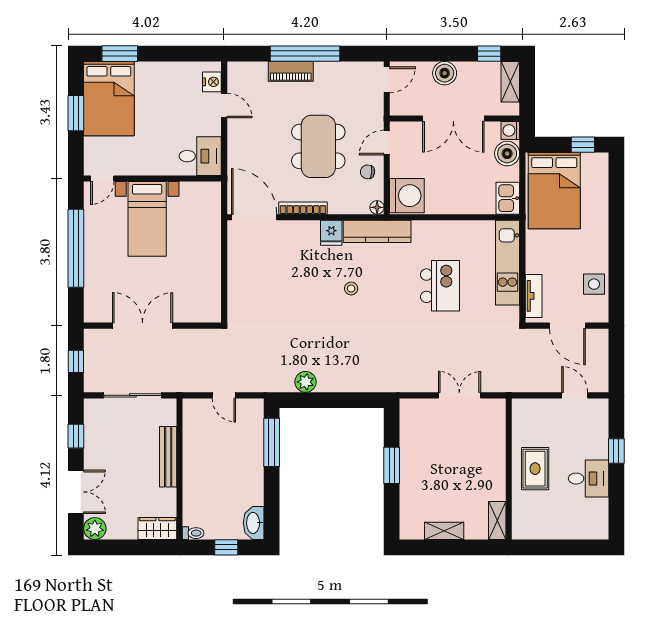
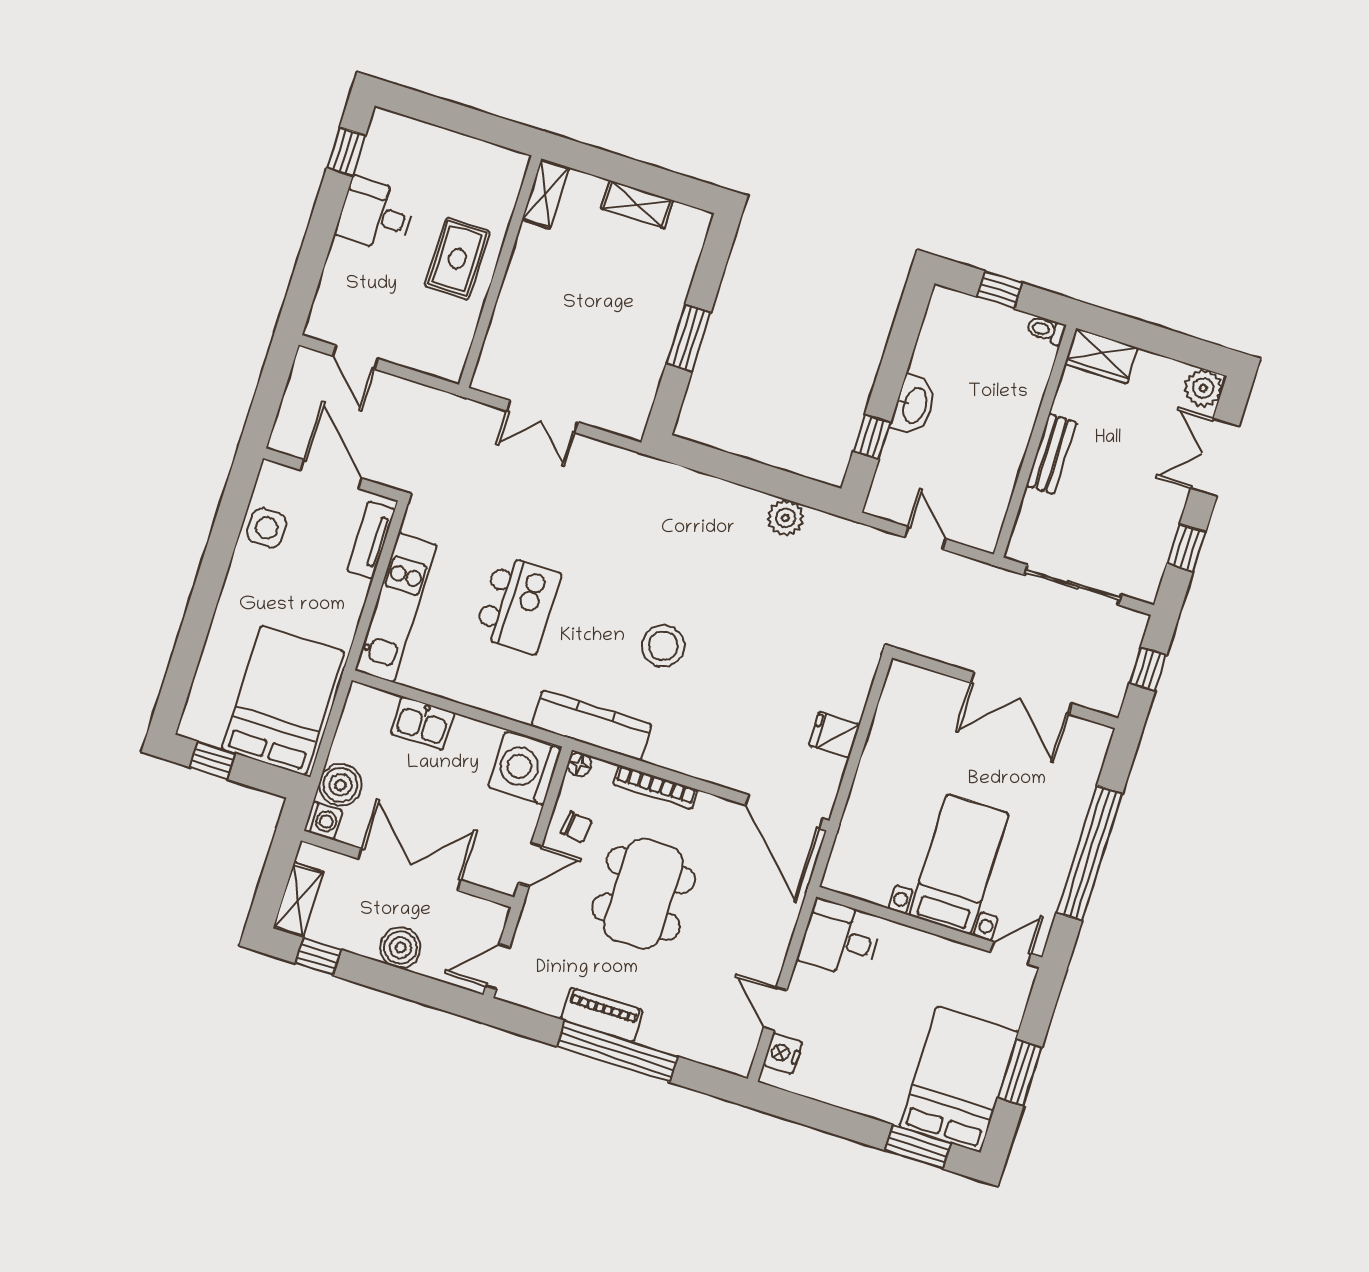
piano: (291, 71) -> (602, 1015), moved
kitchen sink: (508, 198) -> (423, 723), moved, turned 90
bookcase: (303, 208) -> (655, 787), moved
fridge: (331, 233) -> (834, 735), moved, turned -90
kitchen island: (440, 286) -> (517, 605), turned 180
stool: (351, 289) -> (663, 646), width x1.89, depth x1.89
window: (272, 442) -> (872, 437), width x0.46
window: (616, 451) -> (346, 152), moved
bench: (168, 457) -> (1051, 454), width x0.73
washbasin: (254, 523) -> (914, 405), moved

